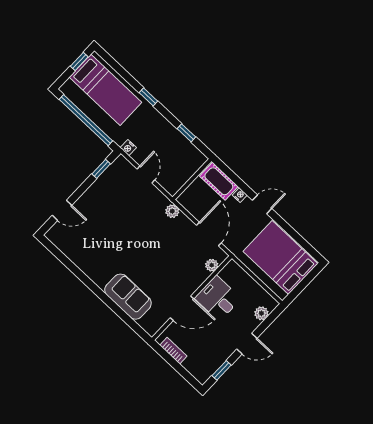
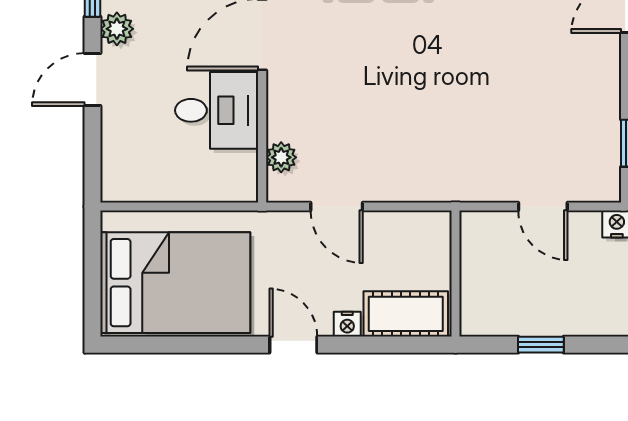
door: (262, 204) -> (293, 345), swing flipped
plant: (172, 211) -> (437, 186), removed
door: (209, 234) -> (337, 207), width x0.73
plant: (261, 313) -> (117, 29), moved

